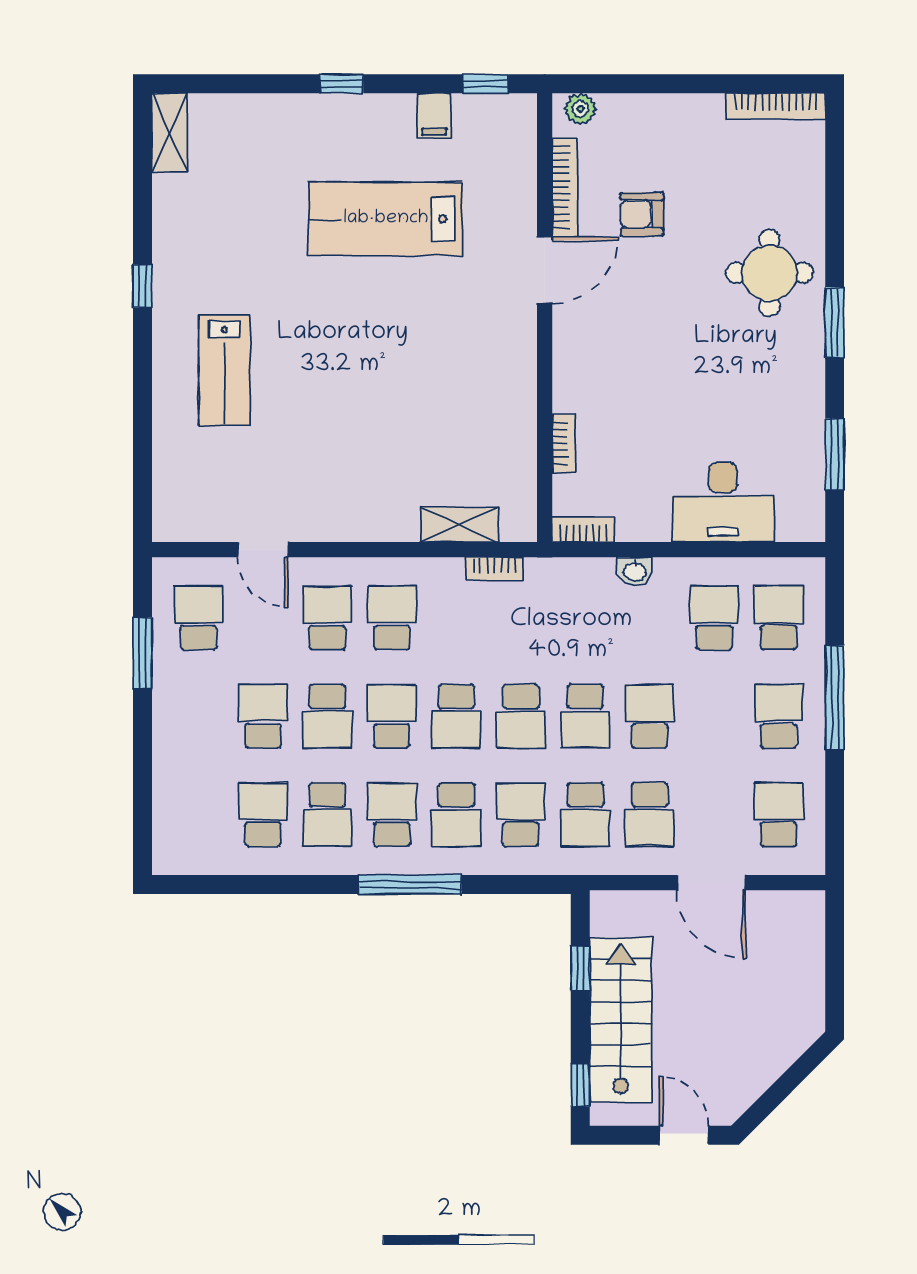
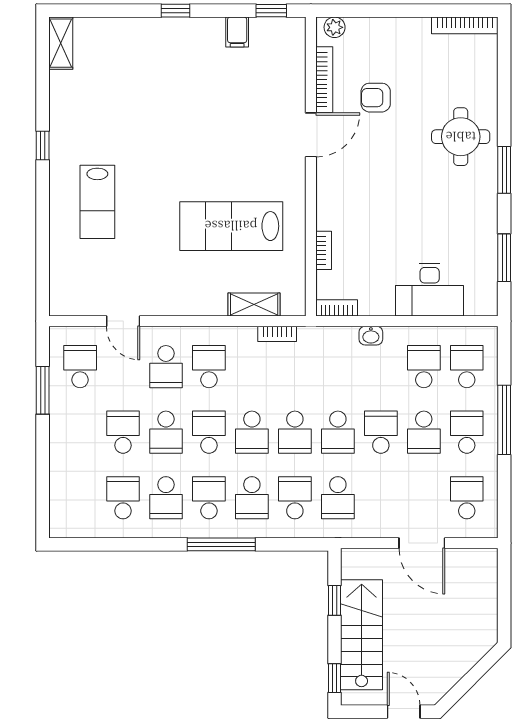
lab bench: (386, 219) -> (231, 226), moved
school desk: (327, 618) -> (166, 367), turned 180
school desk: (650, 815) -> (424, 432), moved

